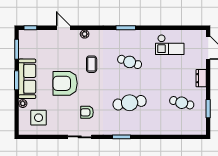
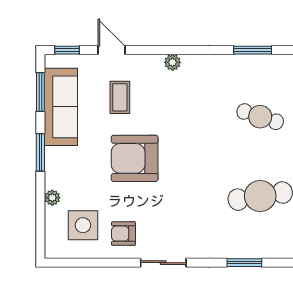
door: (63, 28) -> (112, 50), moved
coffee table: (92, 64) -> (120, 97), moved
sofa: (27, 79) -> (61, 107), moved
armchair: (87, 112) -> (123, 234), moved

